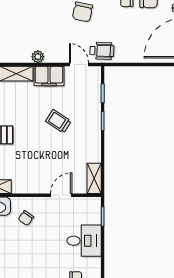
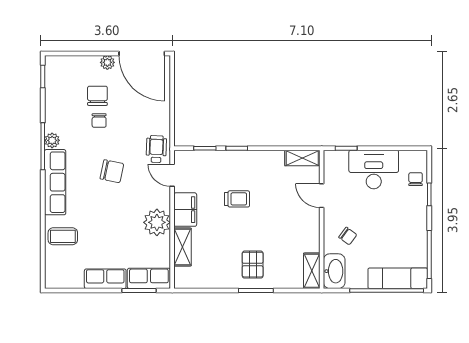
plant: (38, 57) -> (157, 222), width x1.88, depth x1.88
door: (79, 65) -> (172, 175), hinge flipped
trolley: (58, 121) -> (237, 199), turned -123
desk: (84, 241) -> (374, 169), width x1.37

